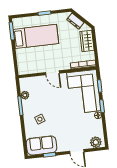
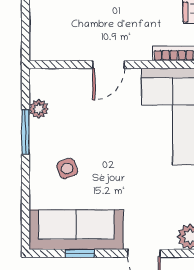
door: (52, 73) -> (109, 65), hinge flipped
sofa: (41, 145) -> (76, 230), width x1.36

